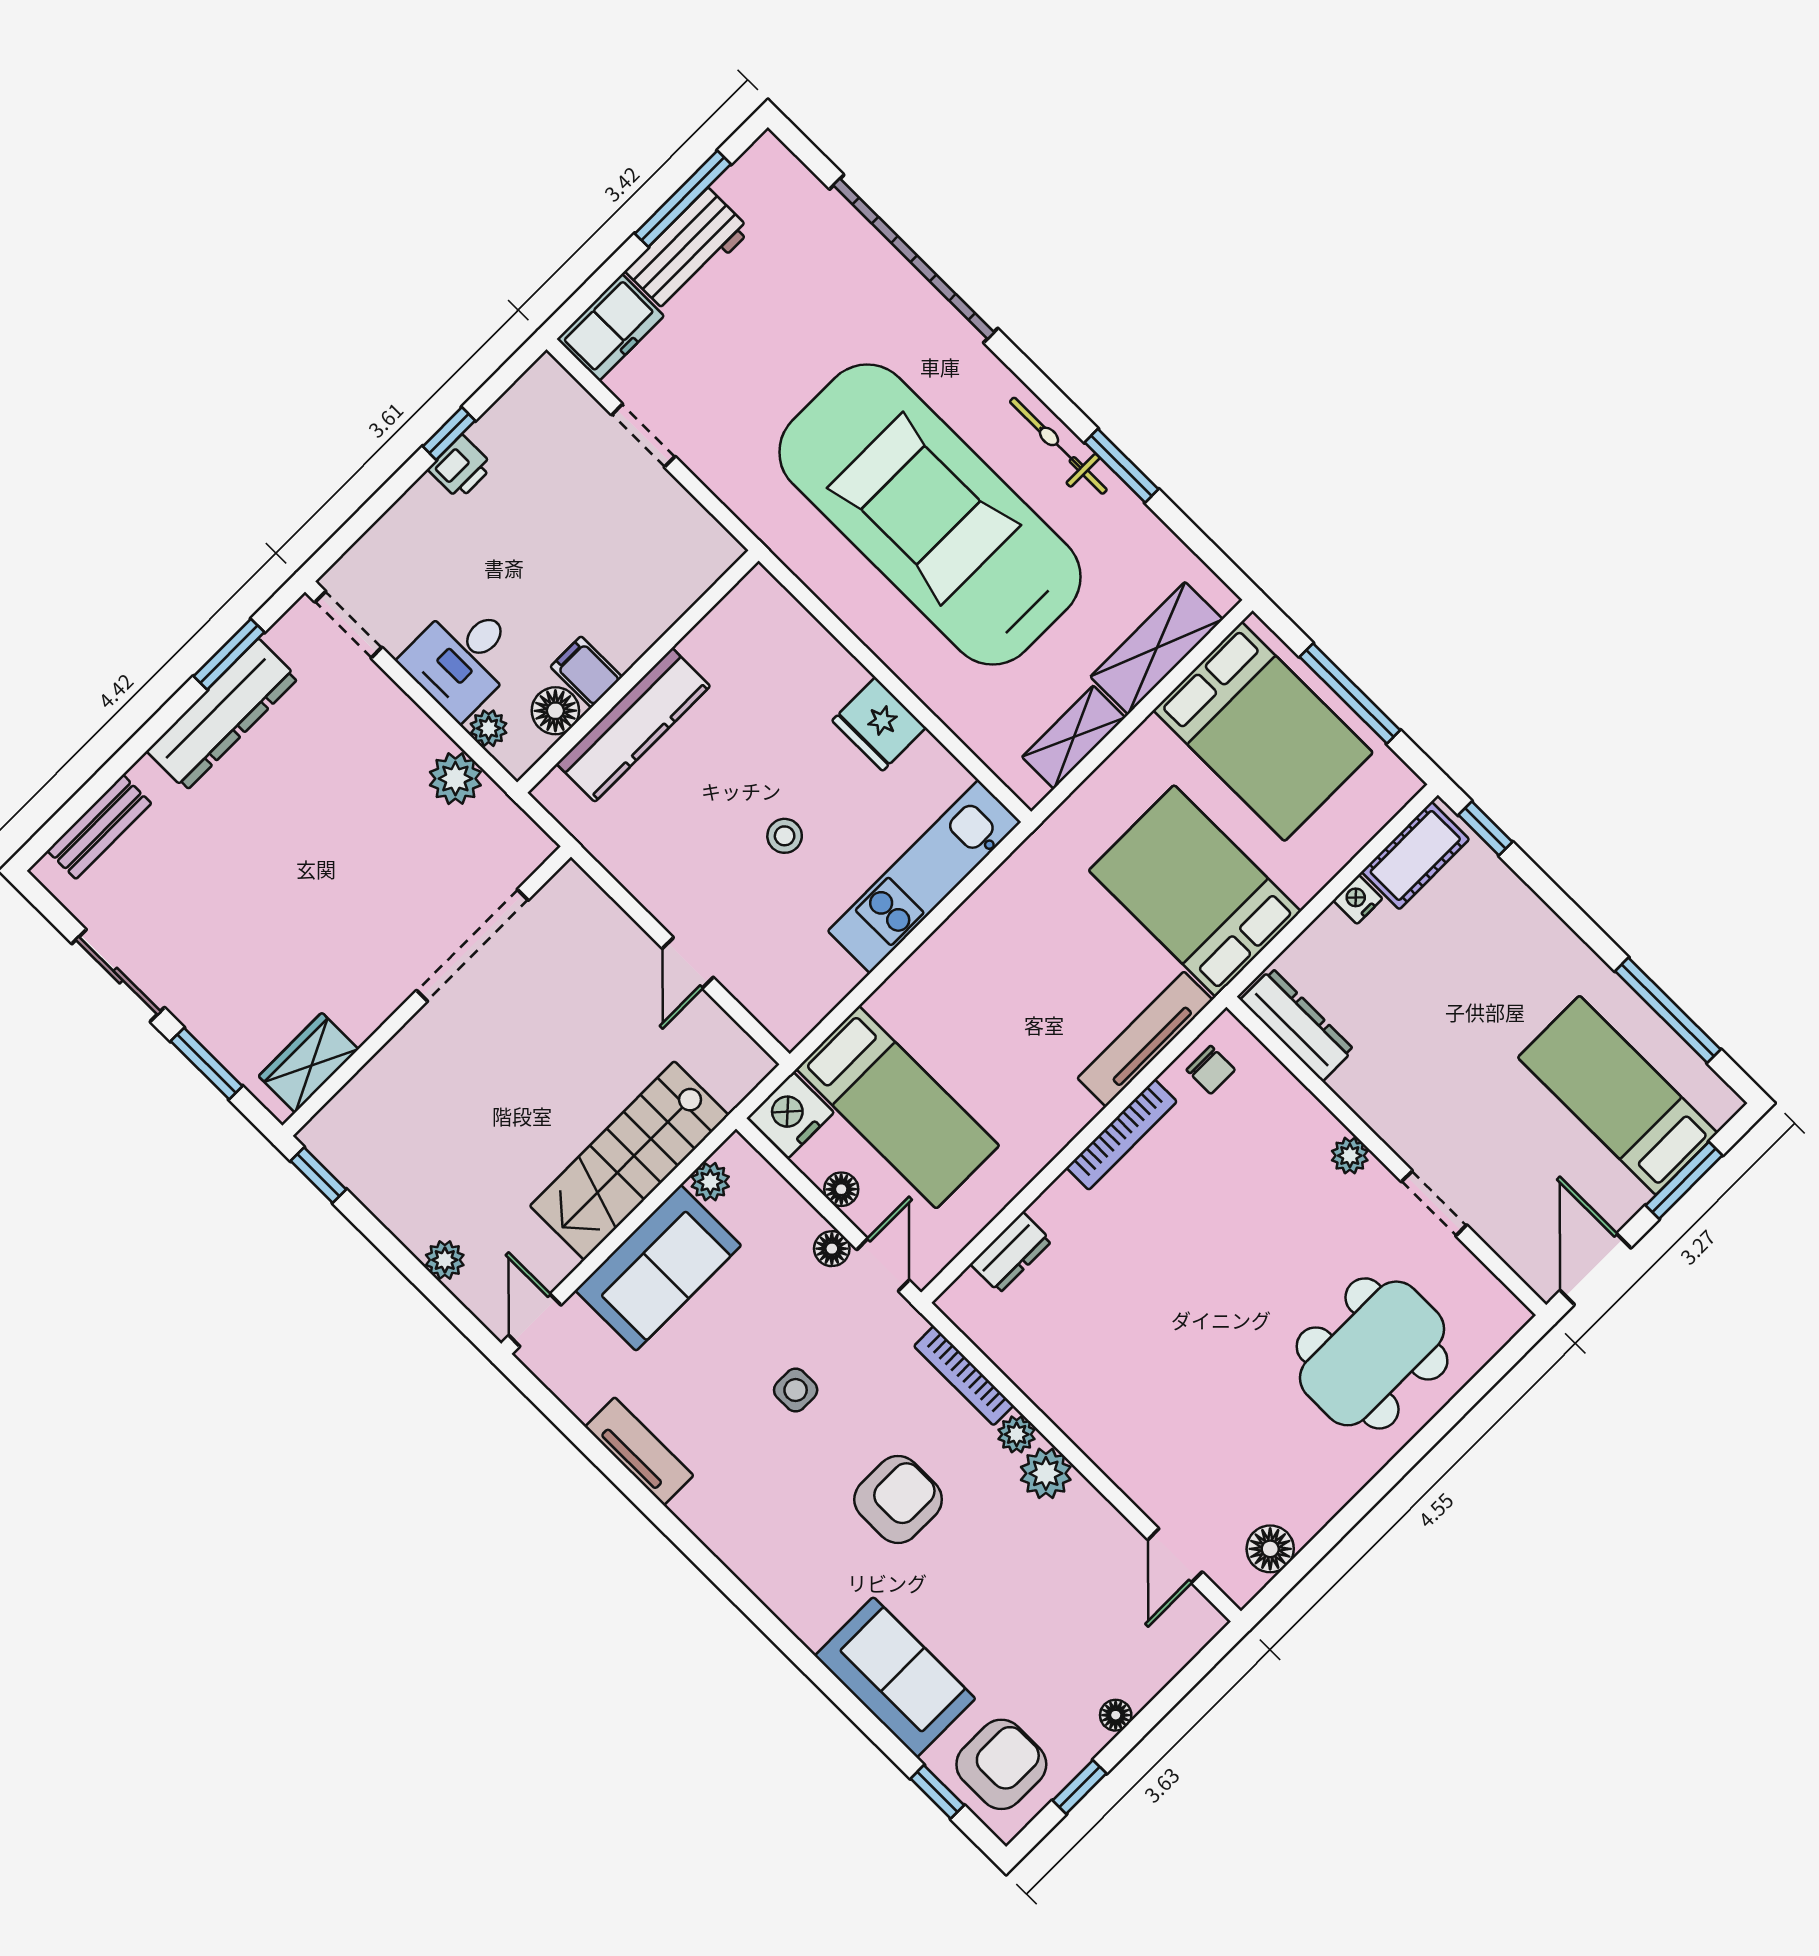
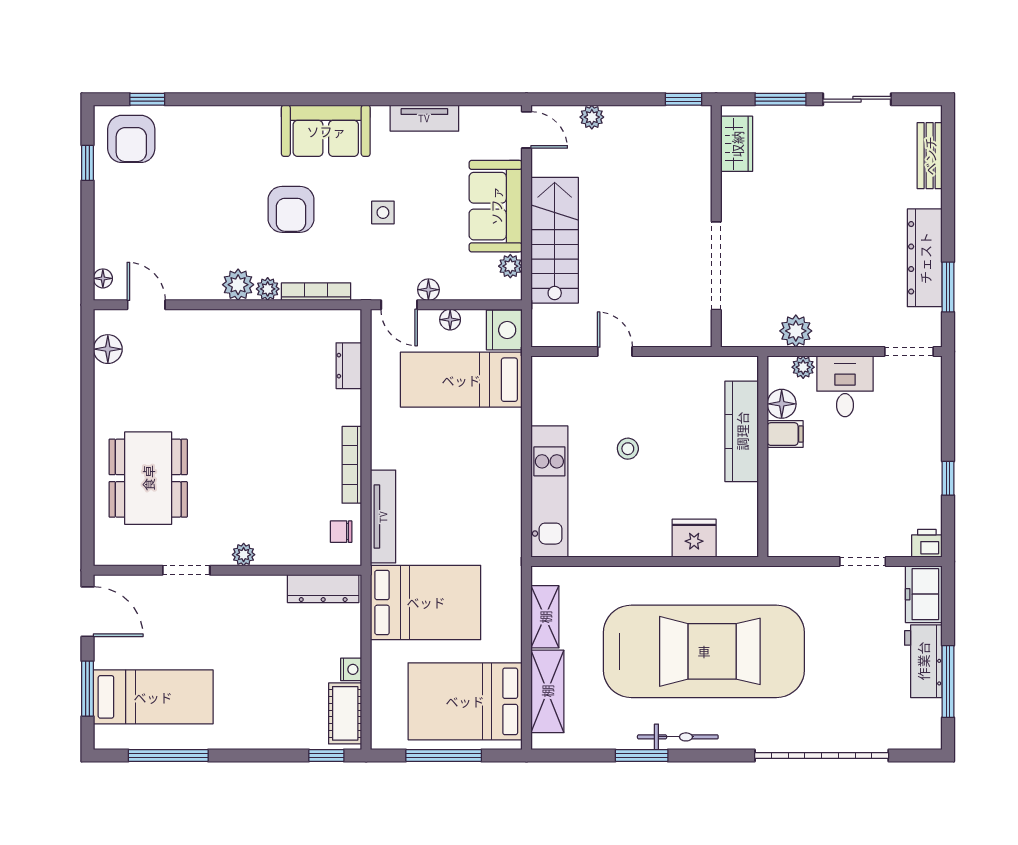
printer: (461, 467) -> (927, 543), moved, turned 90
fridge: (879, 724) -> (694, 538), moved
sofa: (895, 1677) -> (326, 131), moved
floor lamp: (1116, 1715) -> (103, 278), moved

